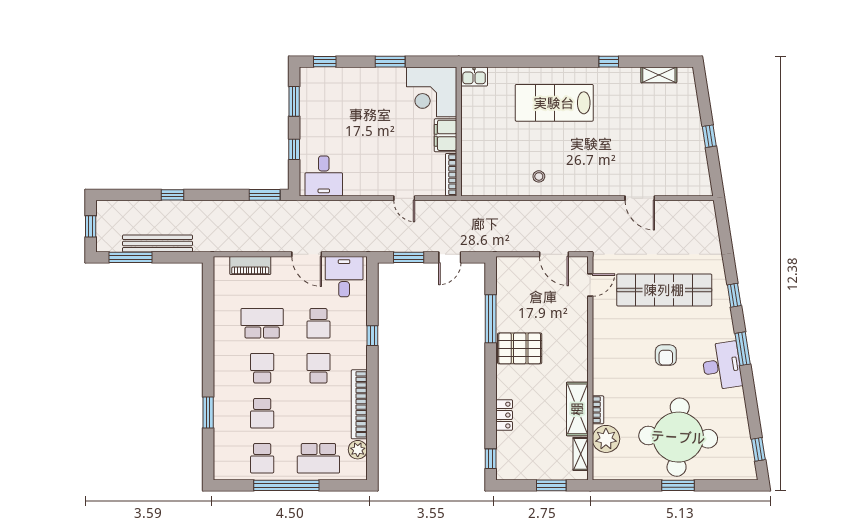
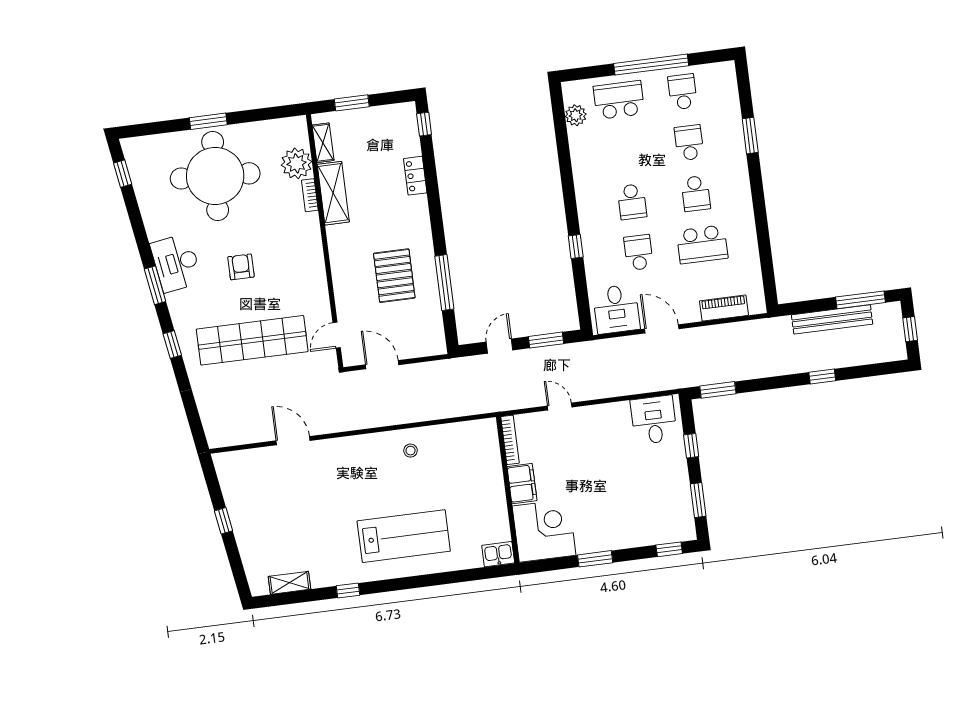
pallet: (520, 348) -> (394, 276), moved, turned 90
bookcase: (359, 404) -> (581, 167), removed

